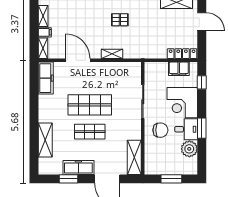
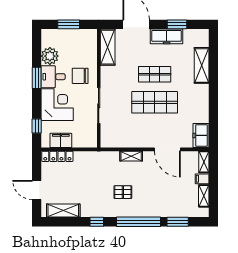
freezer: (46, 78) -> (201, 135), width x0.71

